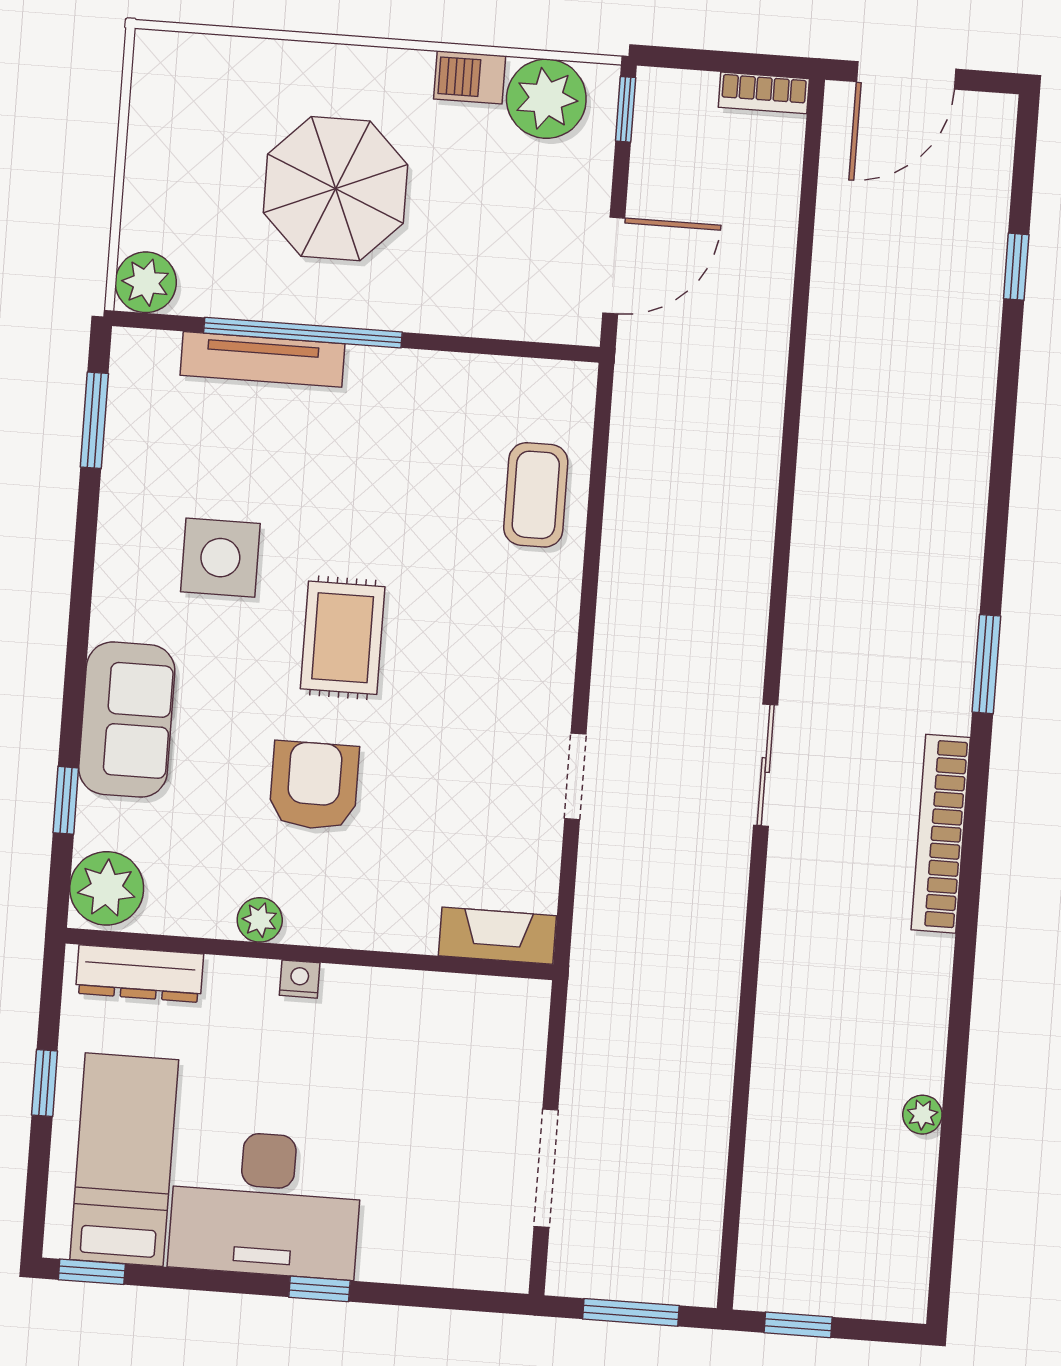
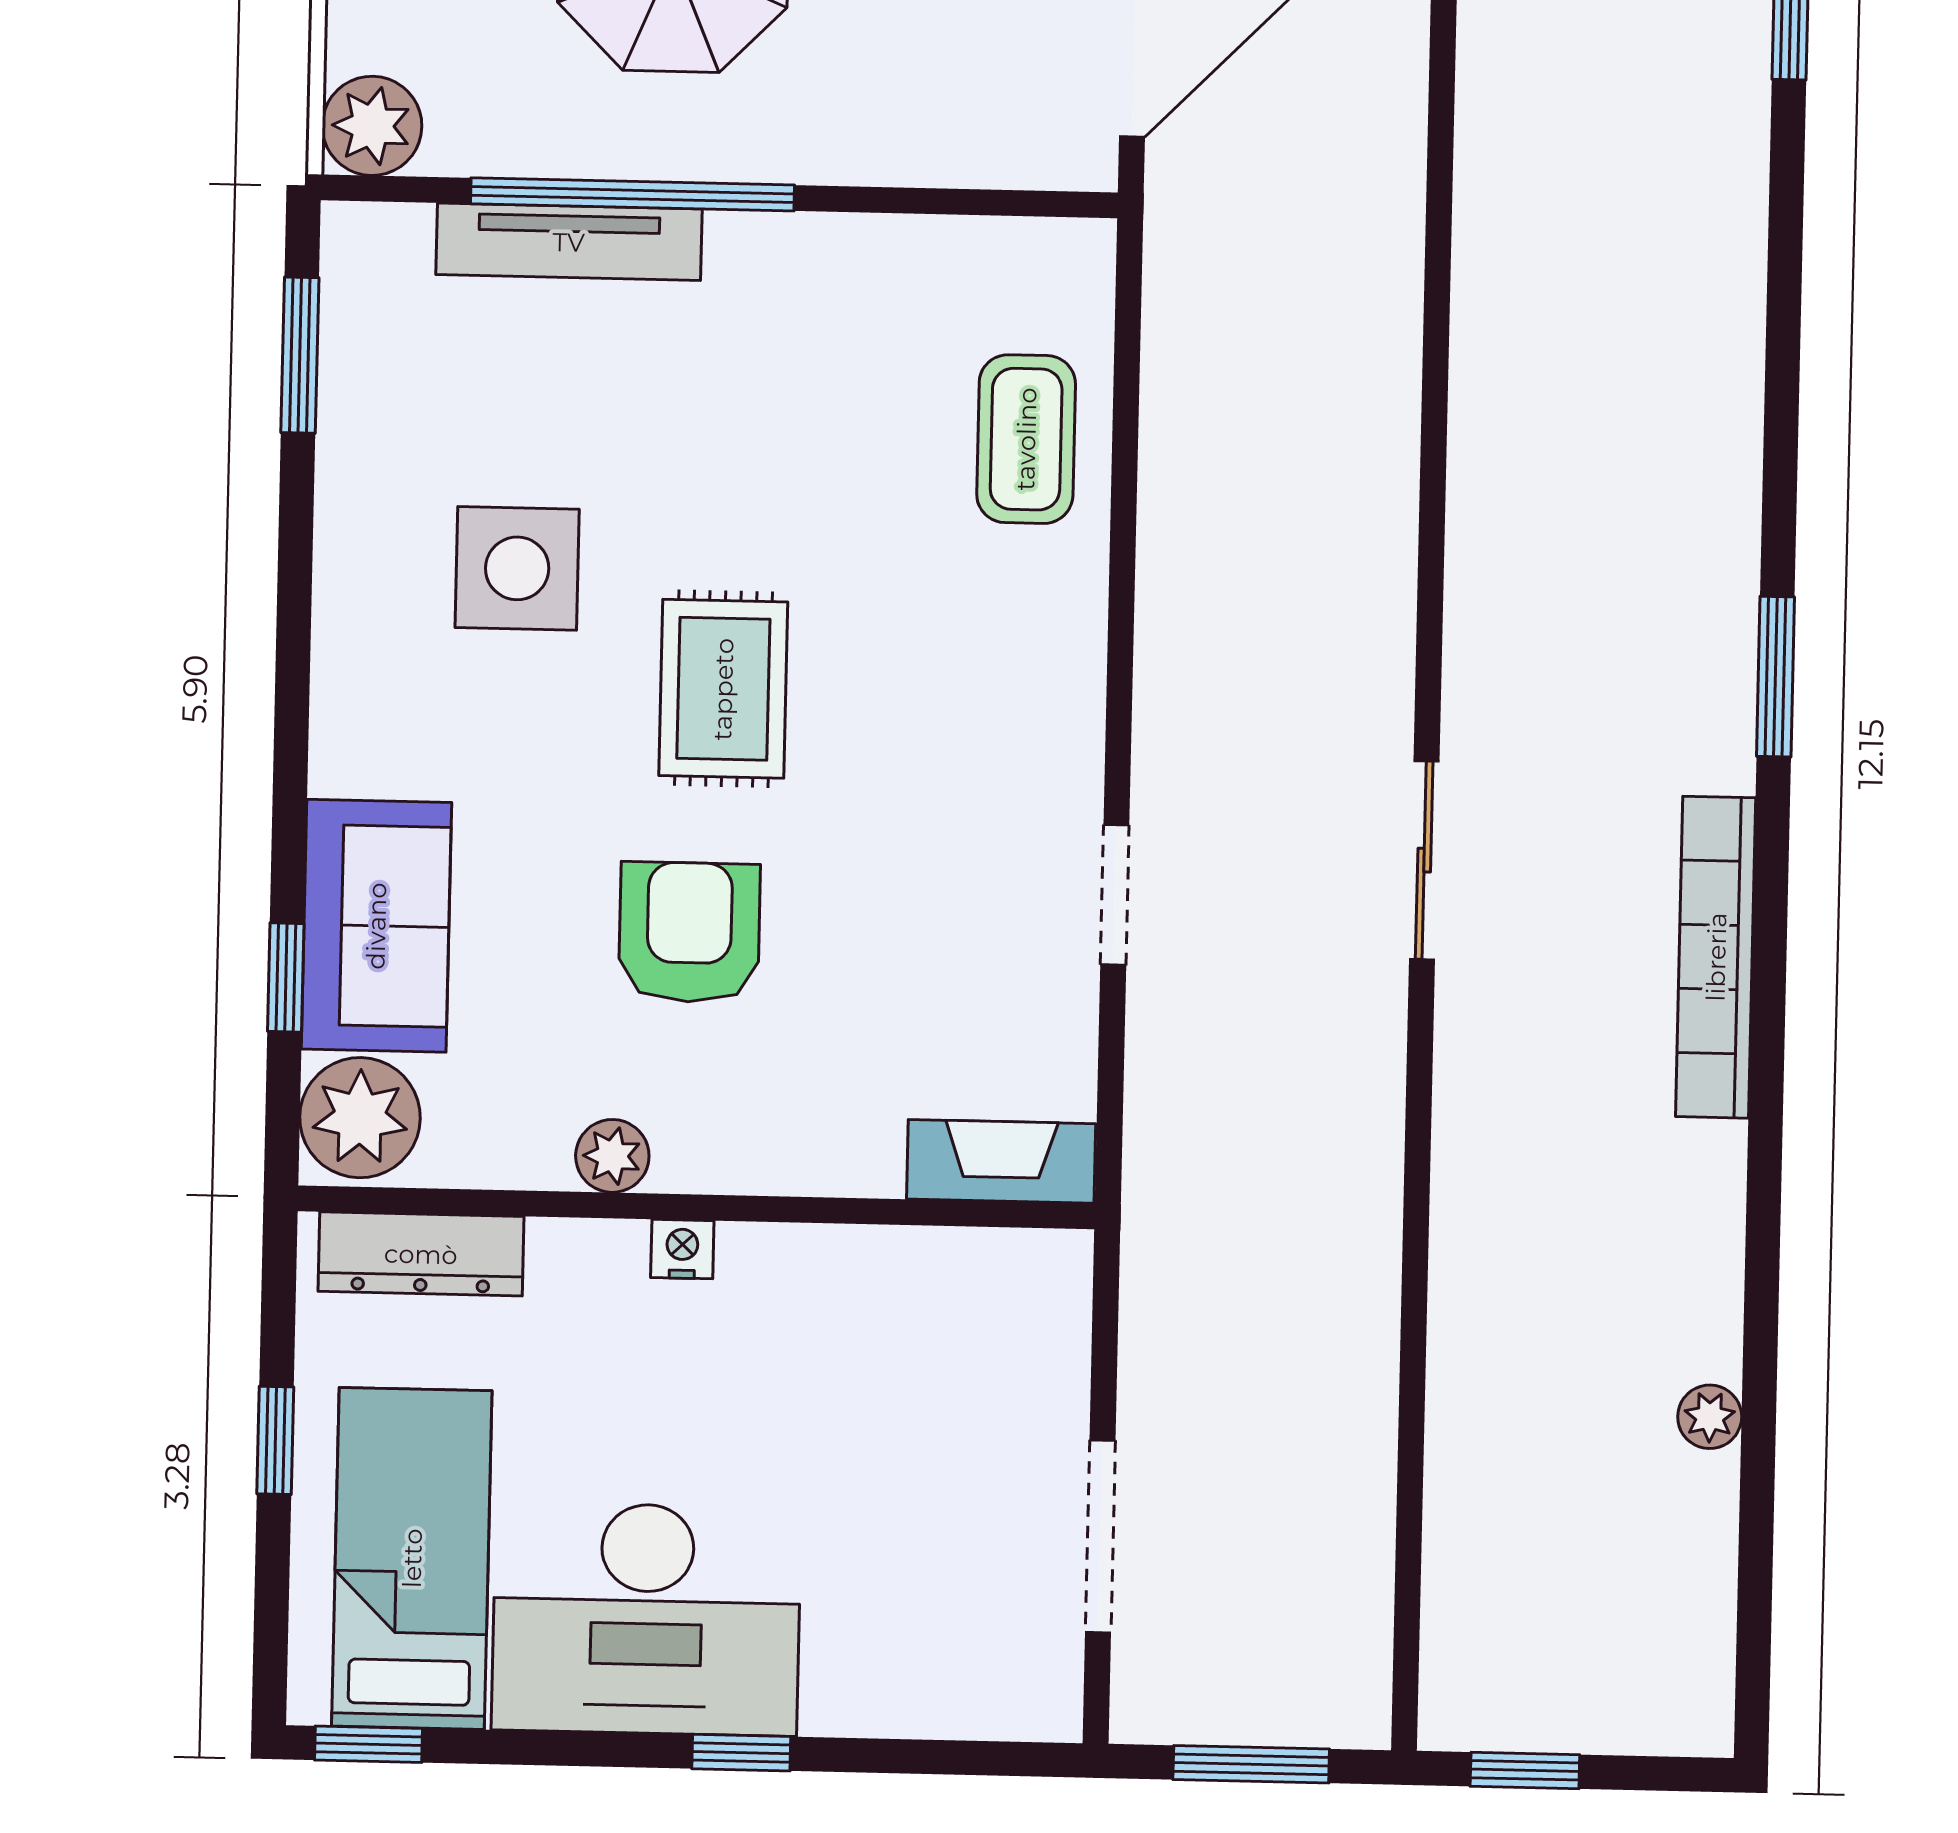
sofa: (127, 720) -> (376, 926), moved

